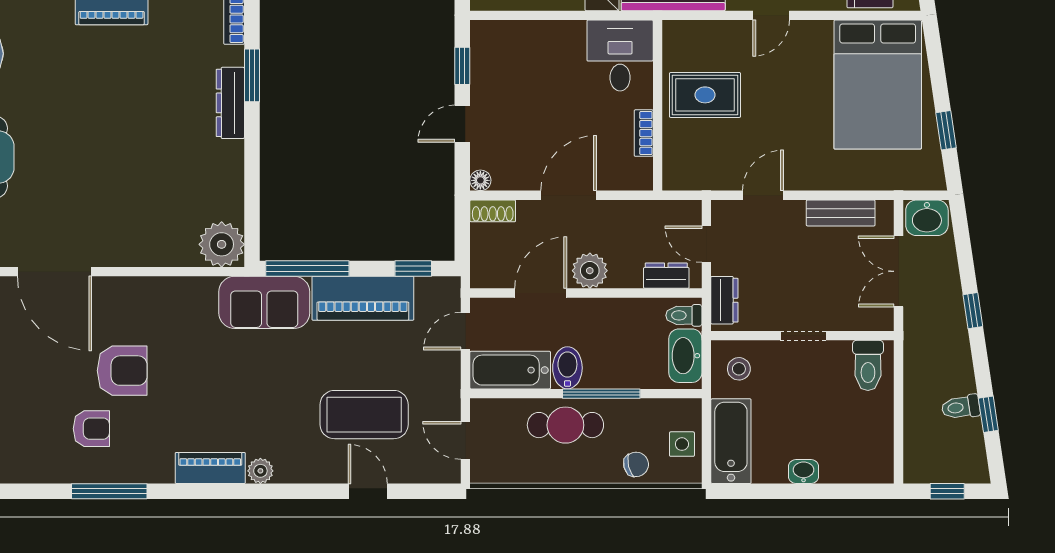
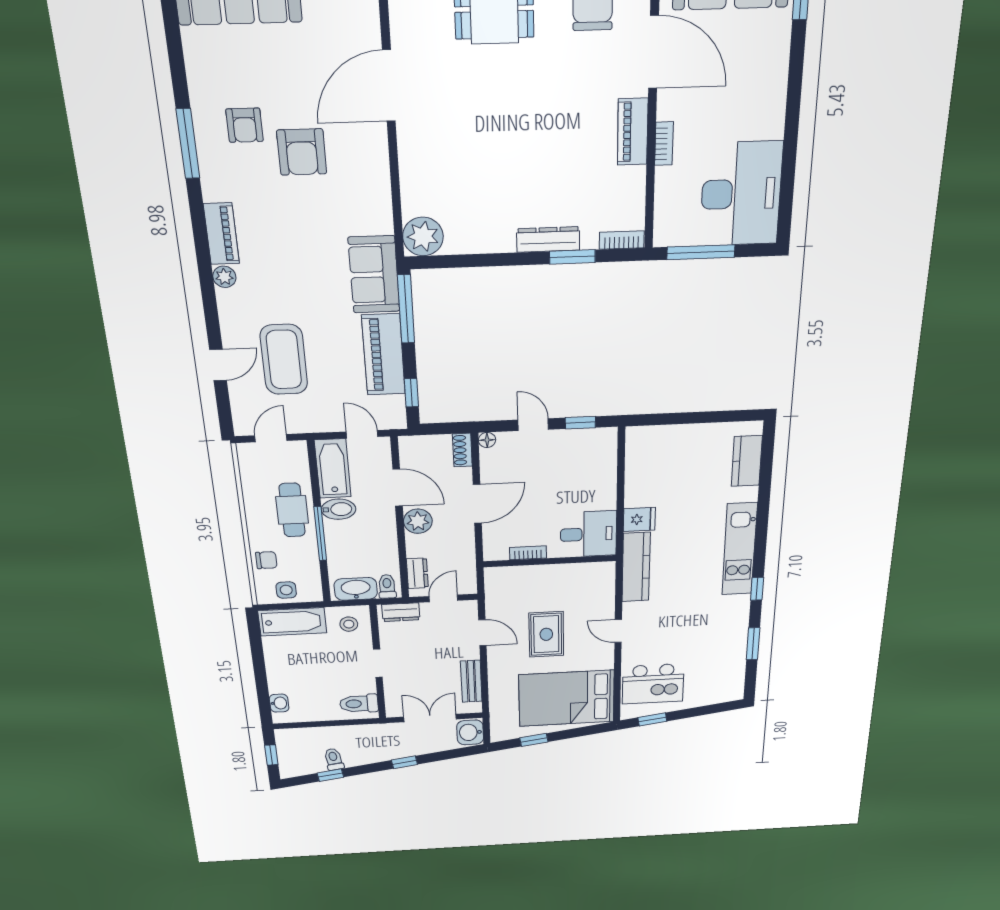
rug: (705, 95) -> (546, 634), moved
door: (569, 195) -> (477, 504), hinge flipped
chair: (636, 464) -> (266, 560), turned -76
washbasin: (804, 472) -> (279, 703), moved

